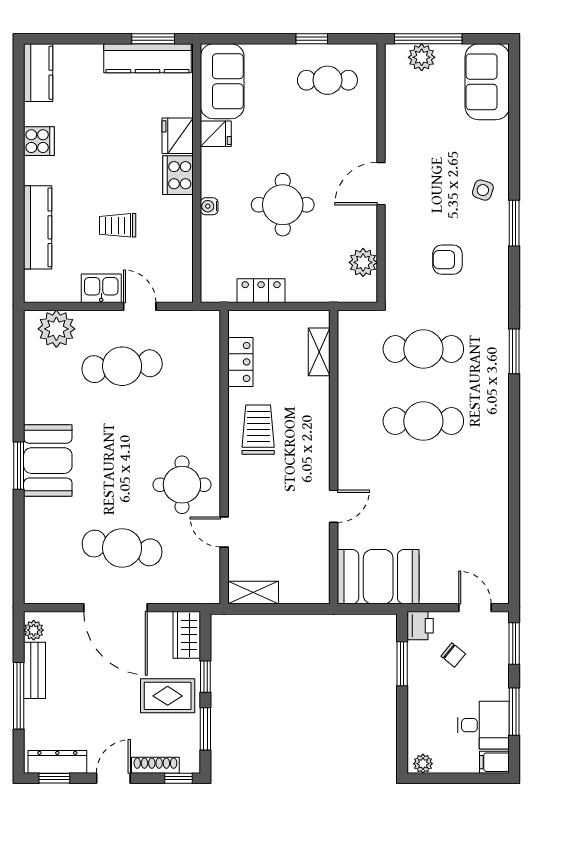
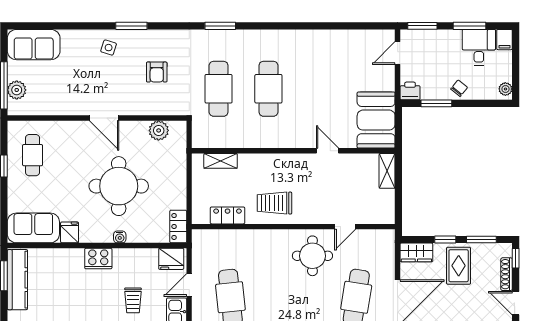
fridge: (178, 136) -> (171, 259), moved
round table: (283, 205) -> (119, 186), width x1.36, depth x1.36
locker: (261, 291) -> (178, 226), moved
shelving: (253, 593) -> (387, 171), moved
chair: (453, 655) -> (459, 88), moved

